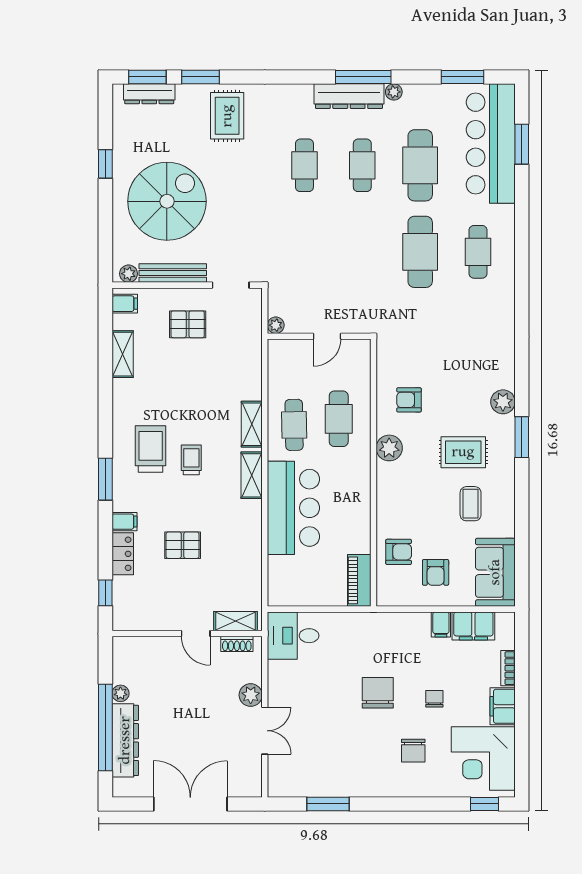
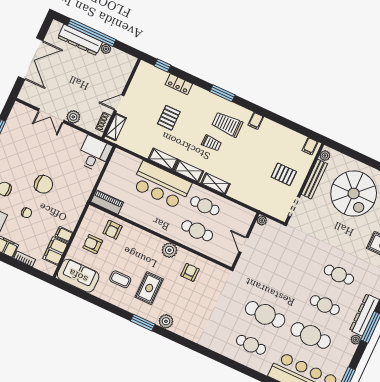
pallet: (188, 324) -> (284, 174), turned 90
shelving: (123, 354) -> (163, 159), moved
trolley: (151, 449) -> (227, 124), turned 180
filing cabinet: (125, 522) -> (256, 121), moved

